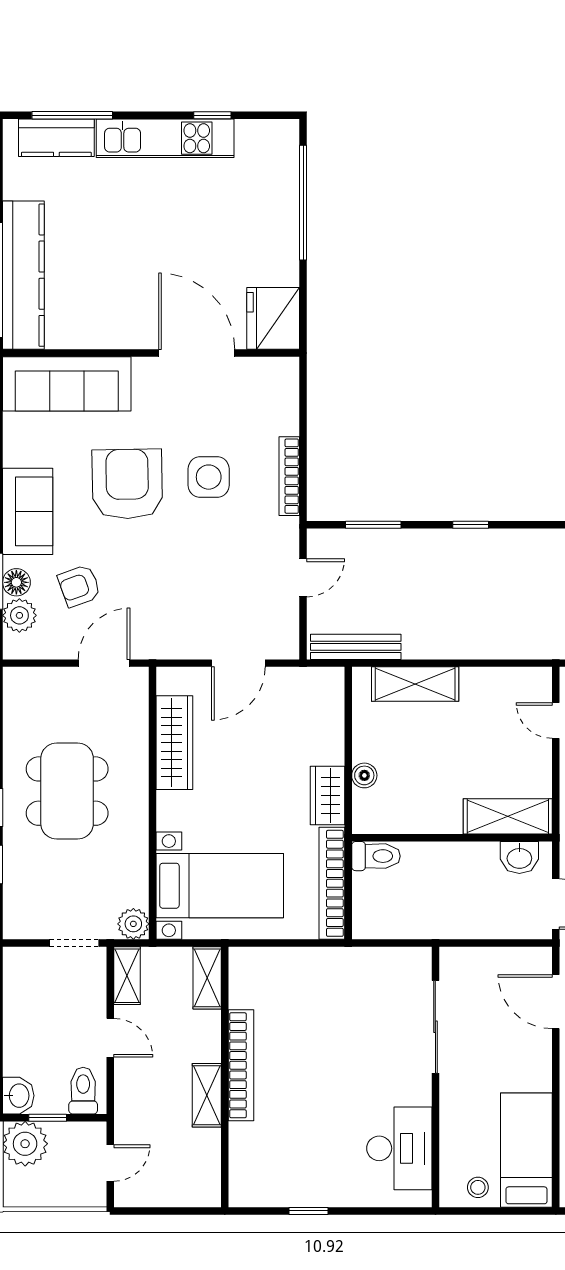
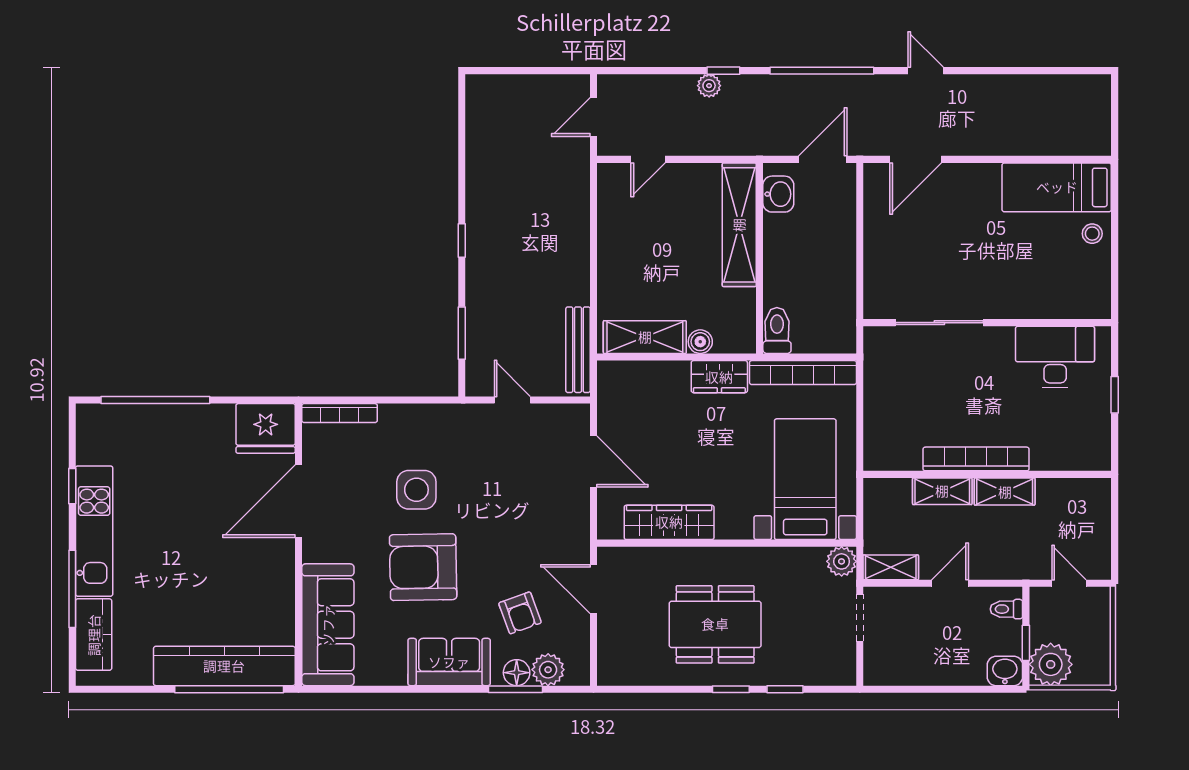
window: (72, 115) -> (72, 589), moved
bookcase: (289, 476) -> (340, 413), moved
shelving: (415, 684) -> (645, 337), moved, turned 90
shelving: (508, 816) -> (739, 225), width x1.47
shelving: (207, 978) -> (942, 491), moved
sliding door: (435, 1027) -> (939, 323), moved
wall: (435, 1077) -> (987, 323), moved
toilet: (83, 1091) -> (1006, 609), width x0.73, depth x0.72
desk: (399, 1148) -> (1055, 357), moved

